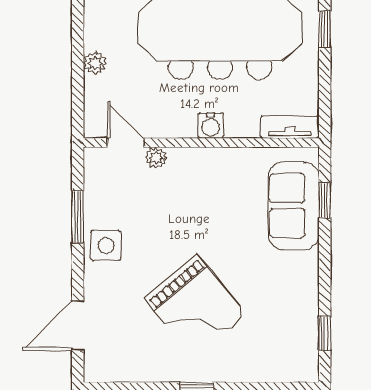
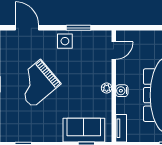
plant: (95, 63) -> (151, 36), removed
plant: (156, 158) -> (107, 88), moved

